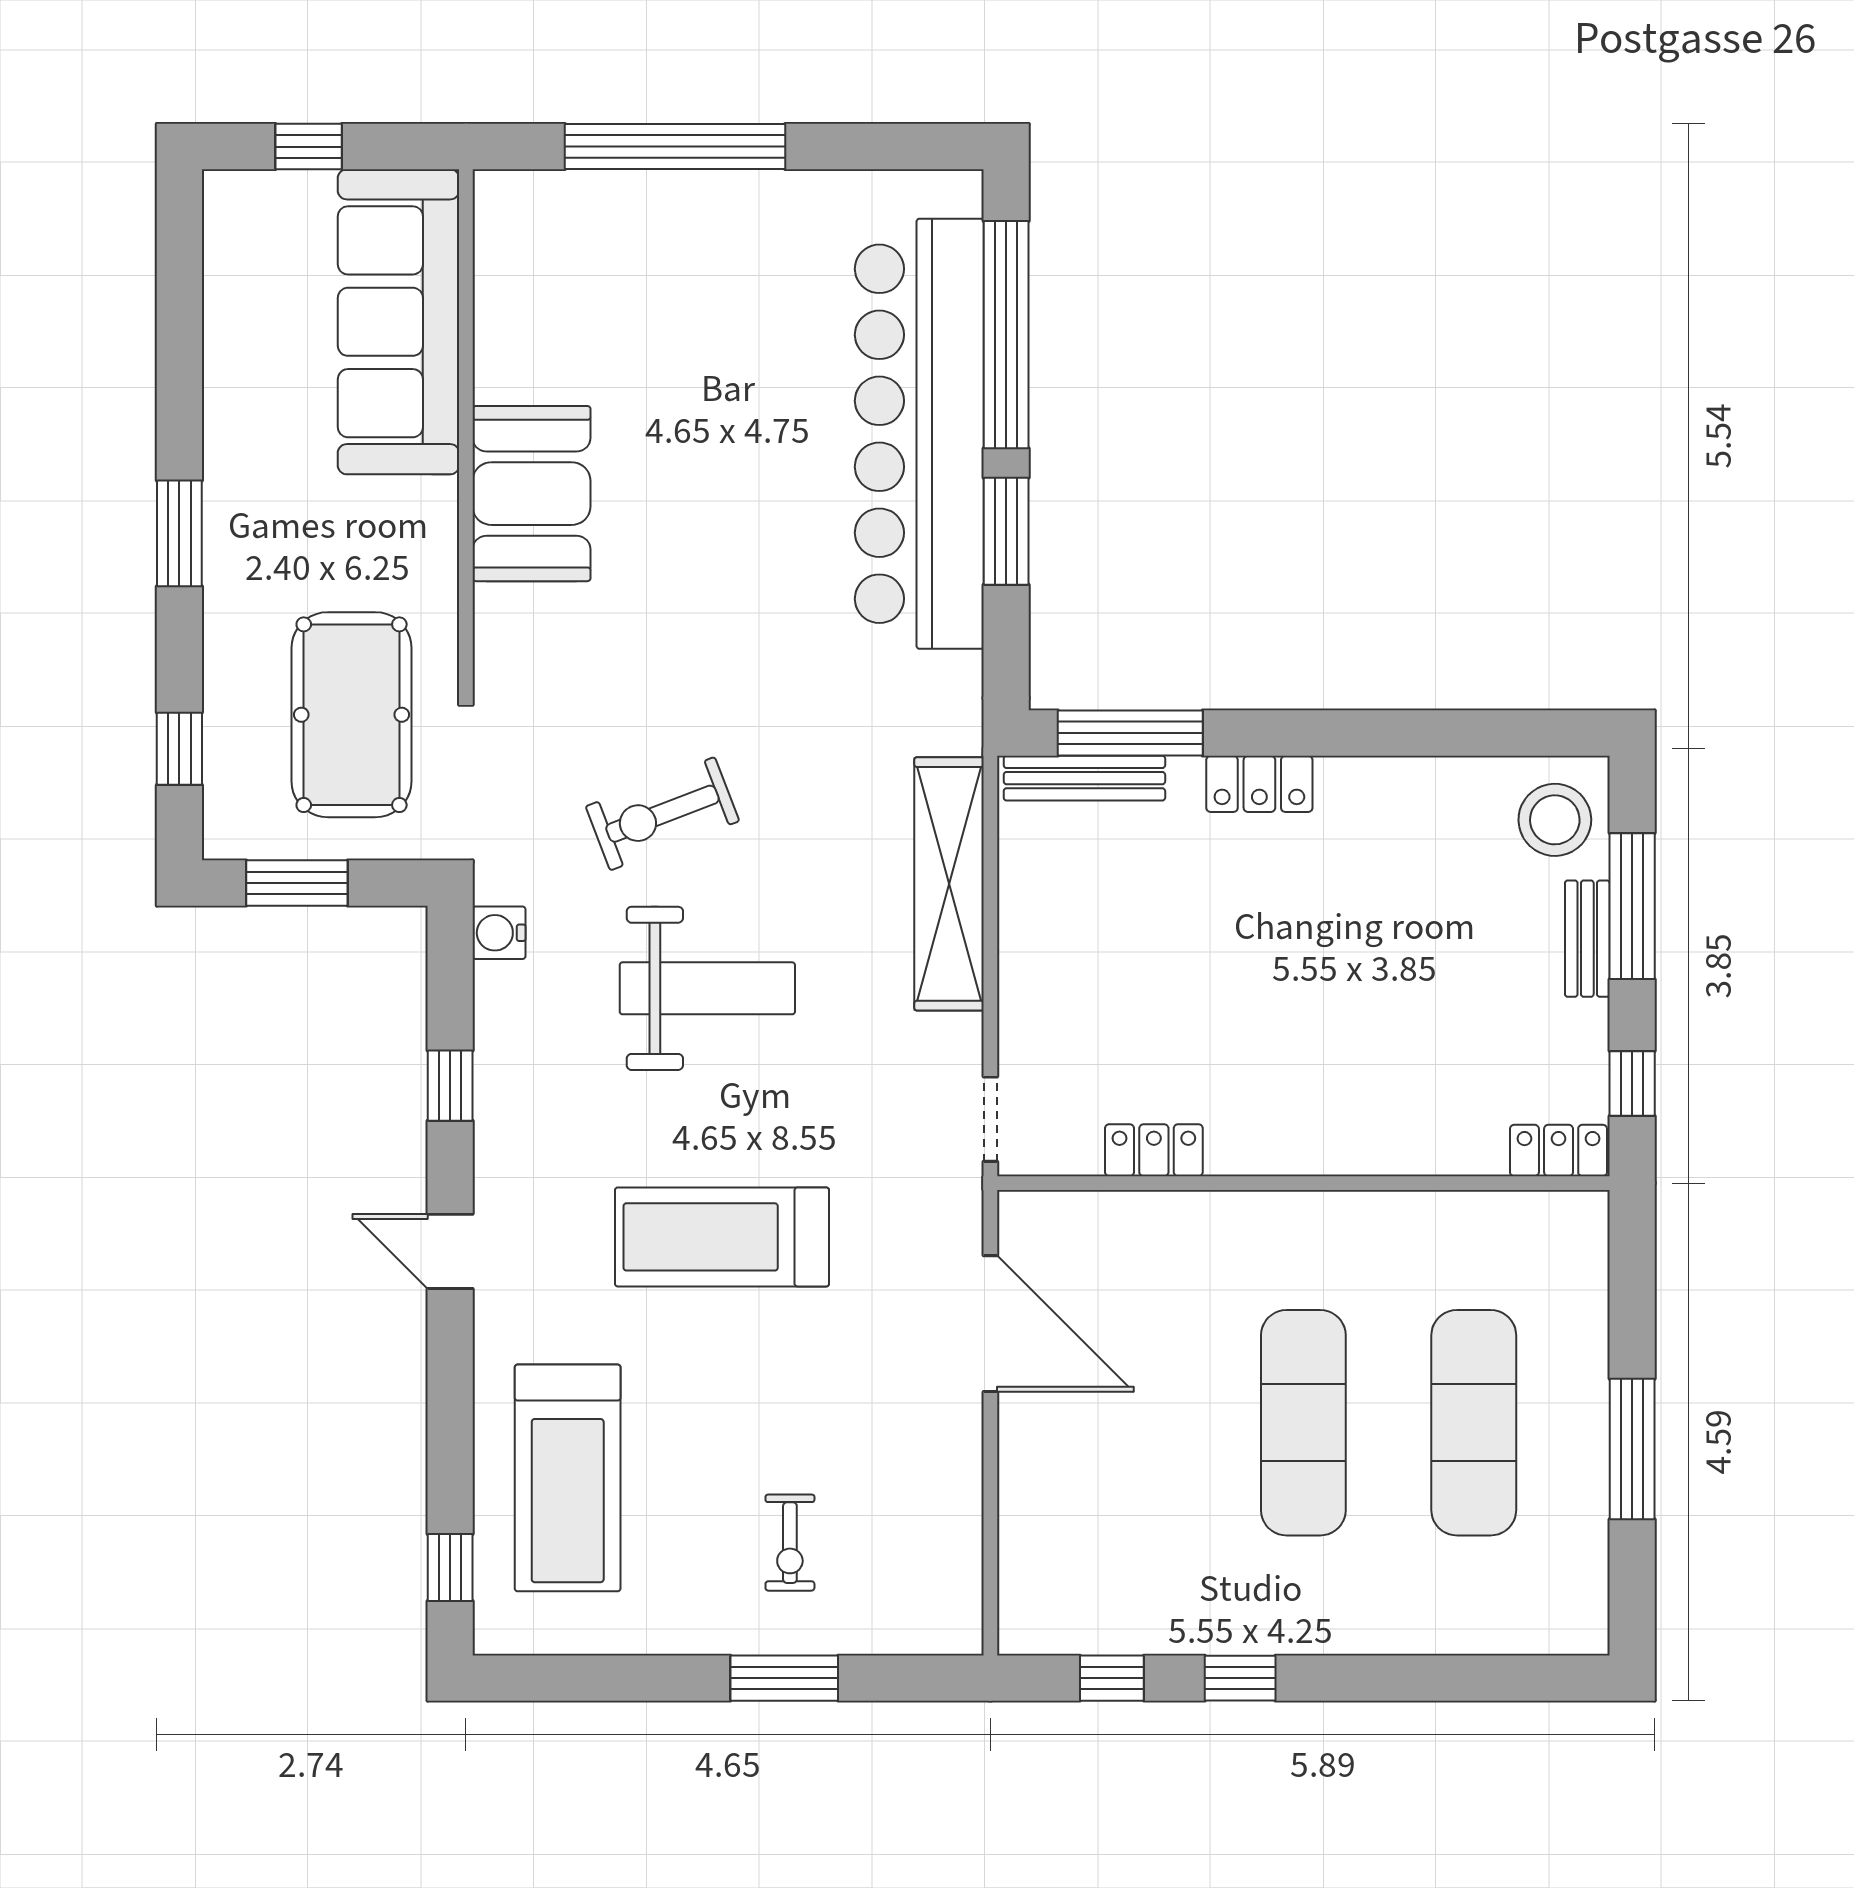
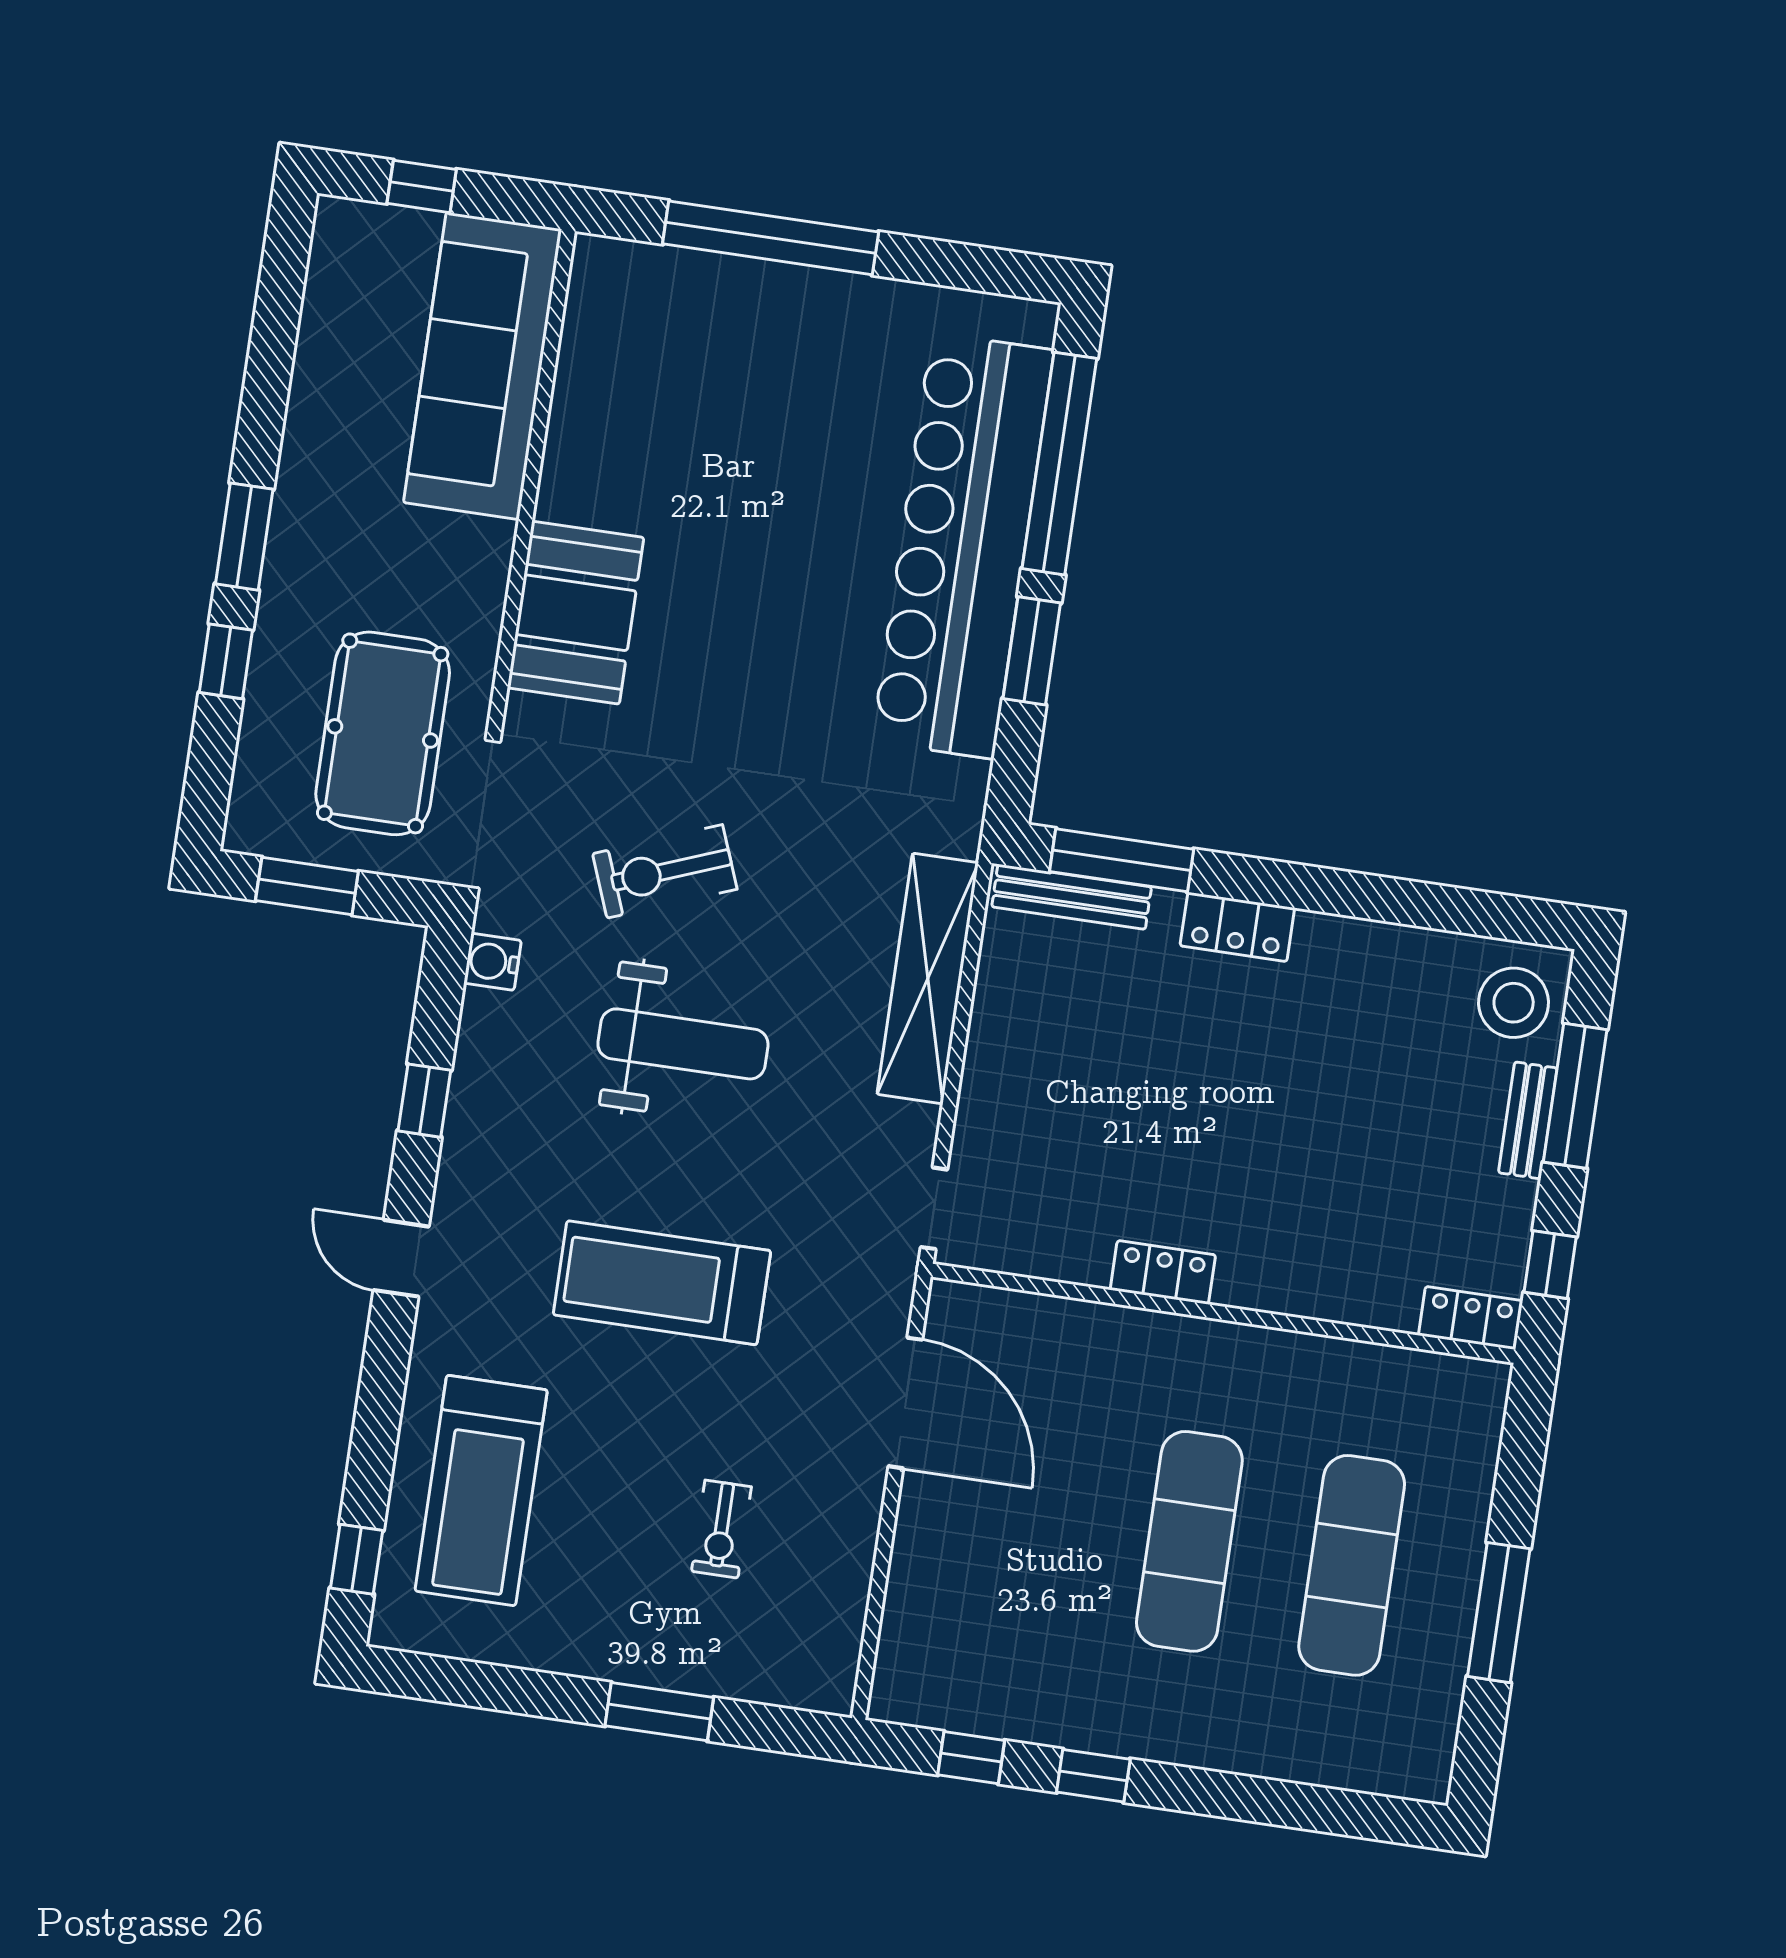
booth: (532, 494) -> (576, 613), moved
window: (179, 749) -> (226, 661), moved
locker: (1154, 1150) -> (1163, 1272), moved
exercise bike: (790, 1543) -> (721, 1529), moved

